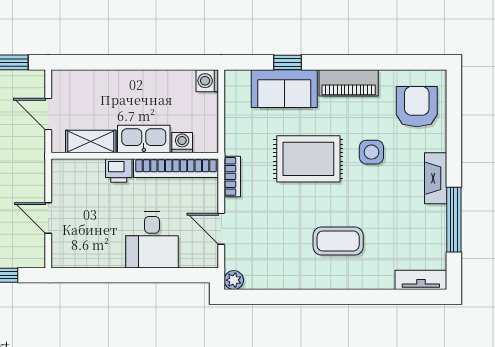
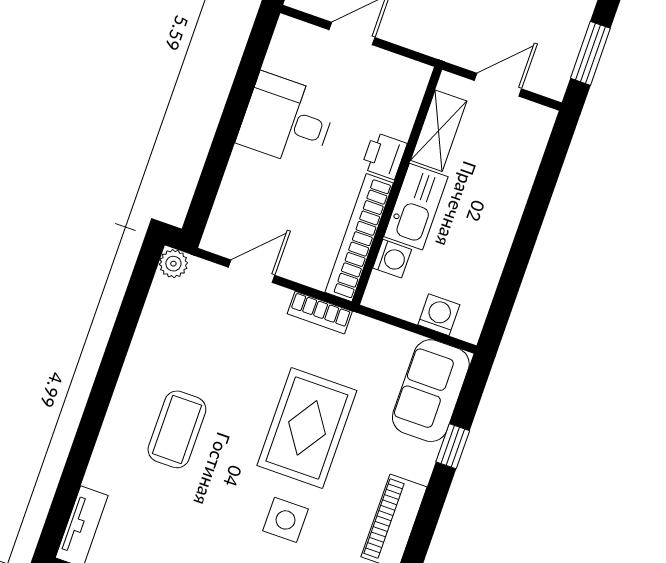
washing machine: (207, 81) -> (439, 315), moved
sofa: (284, 89) -> (431, 391), moved
desk: (152, 240) -> (287, 120), moved

